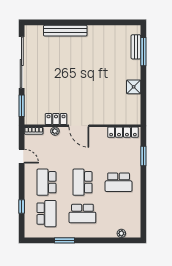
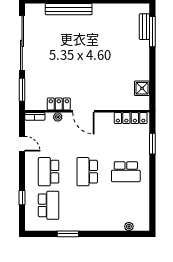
shower: (134, 87) -> (142, 88), moved
school desk: (82, 214) -> (87, 205), removed

